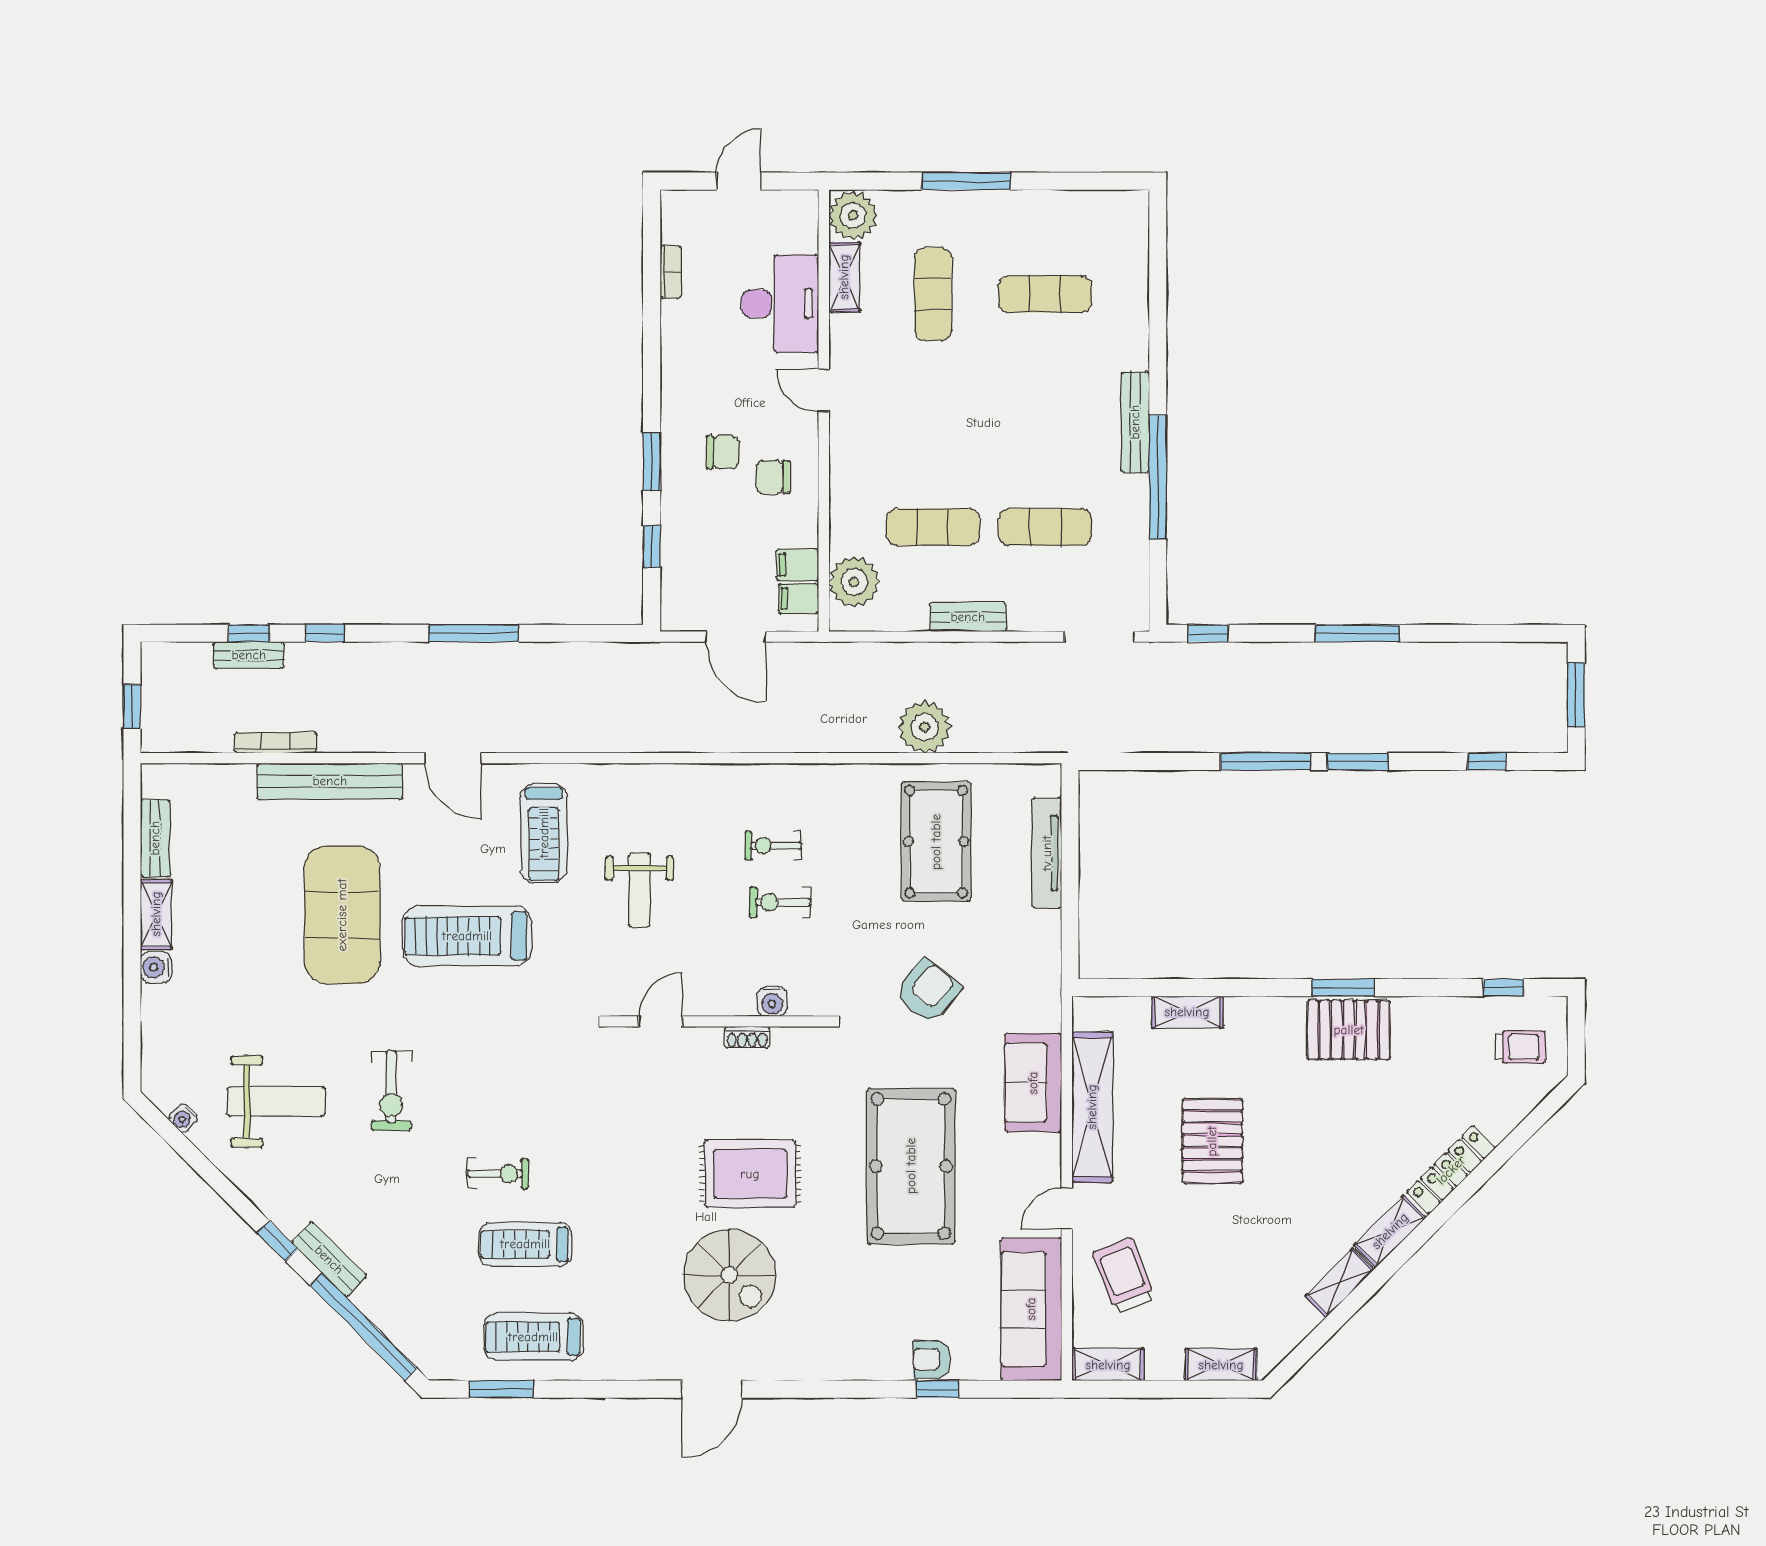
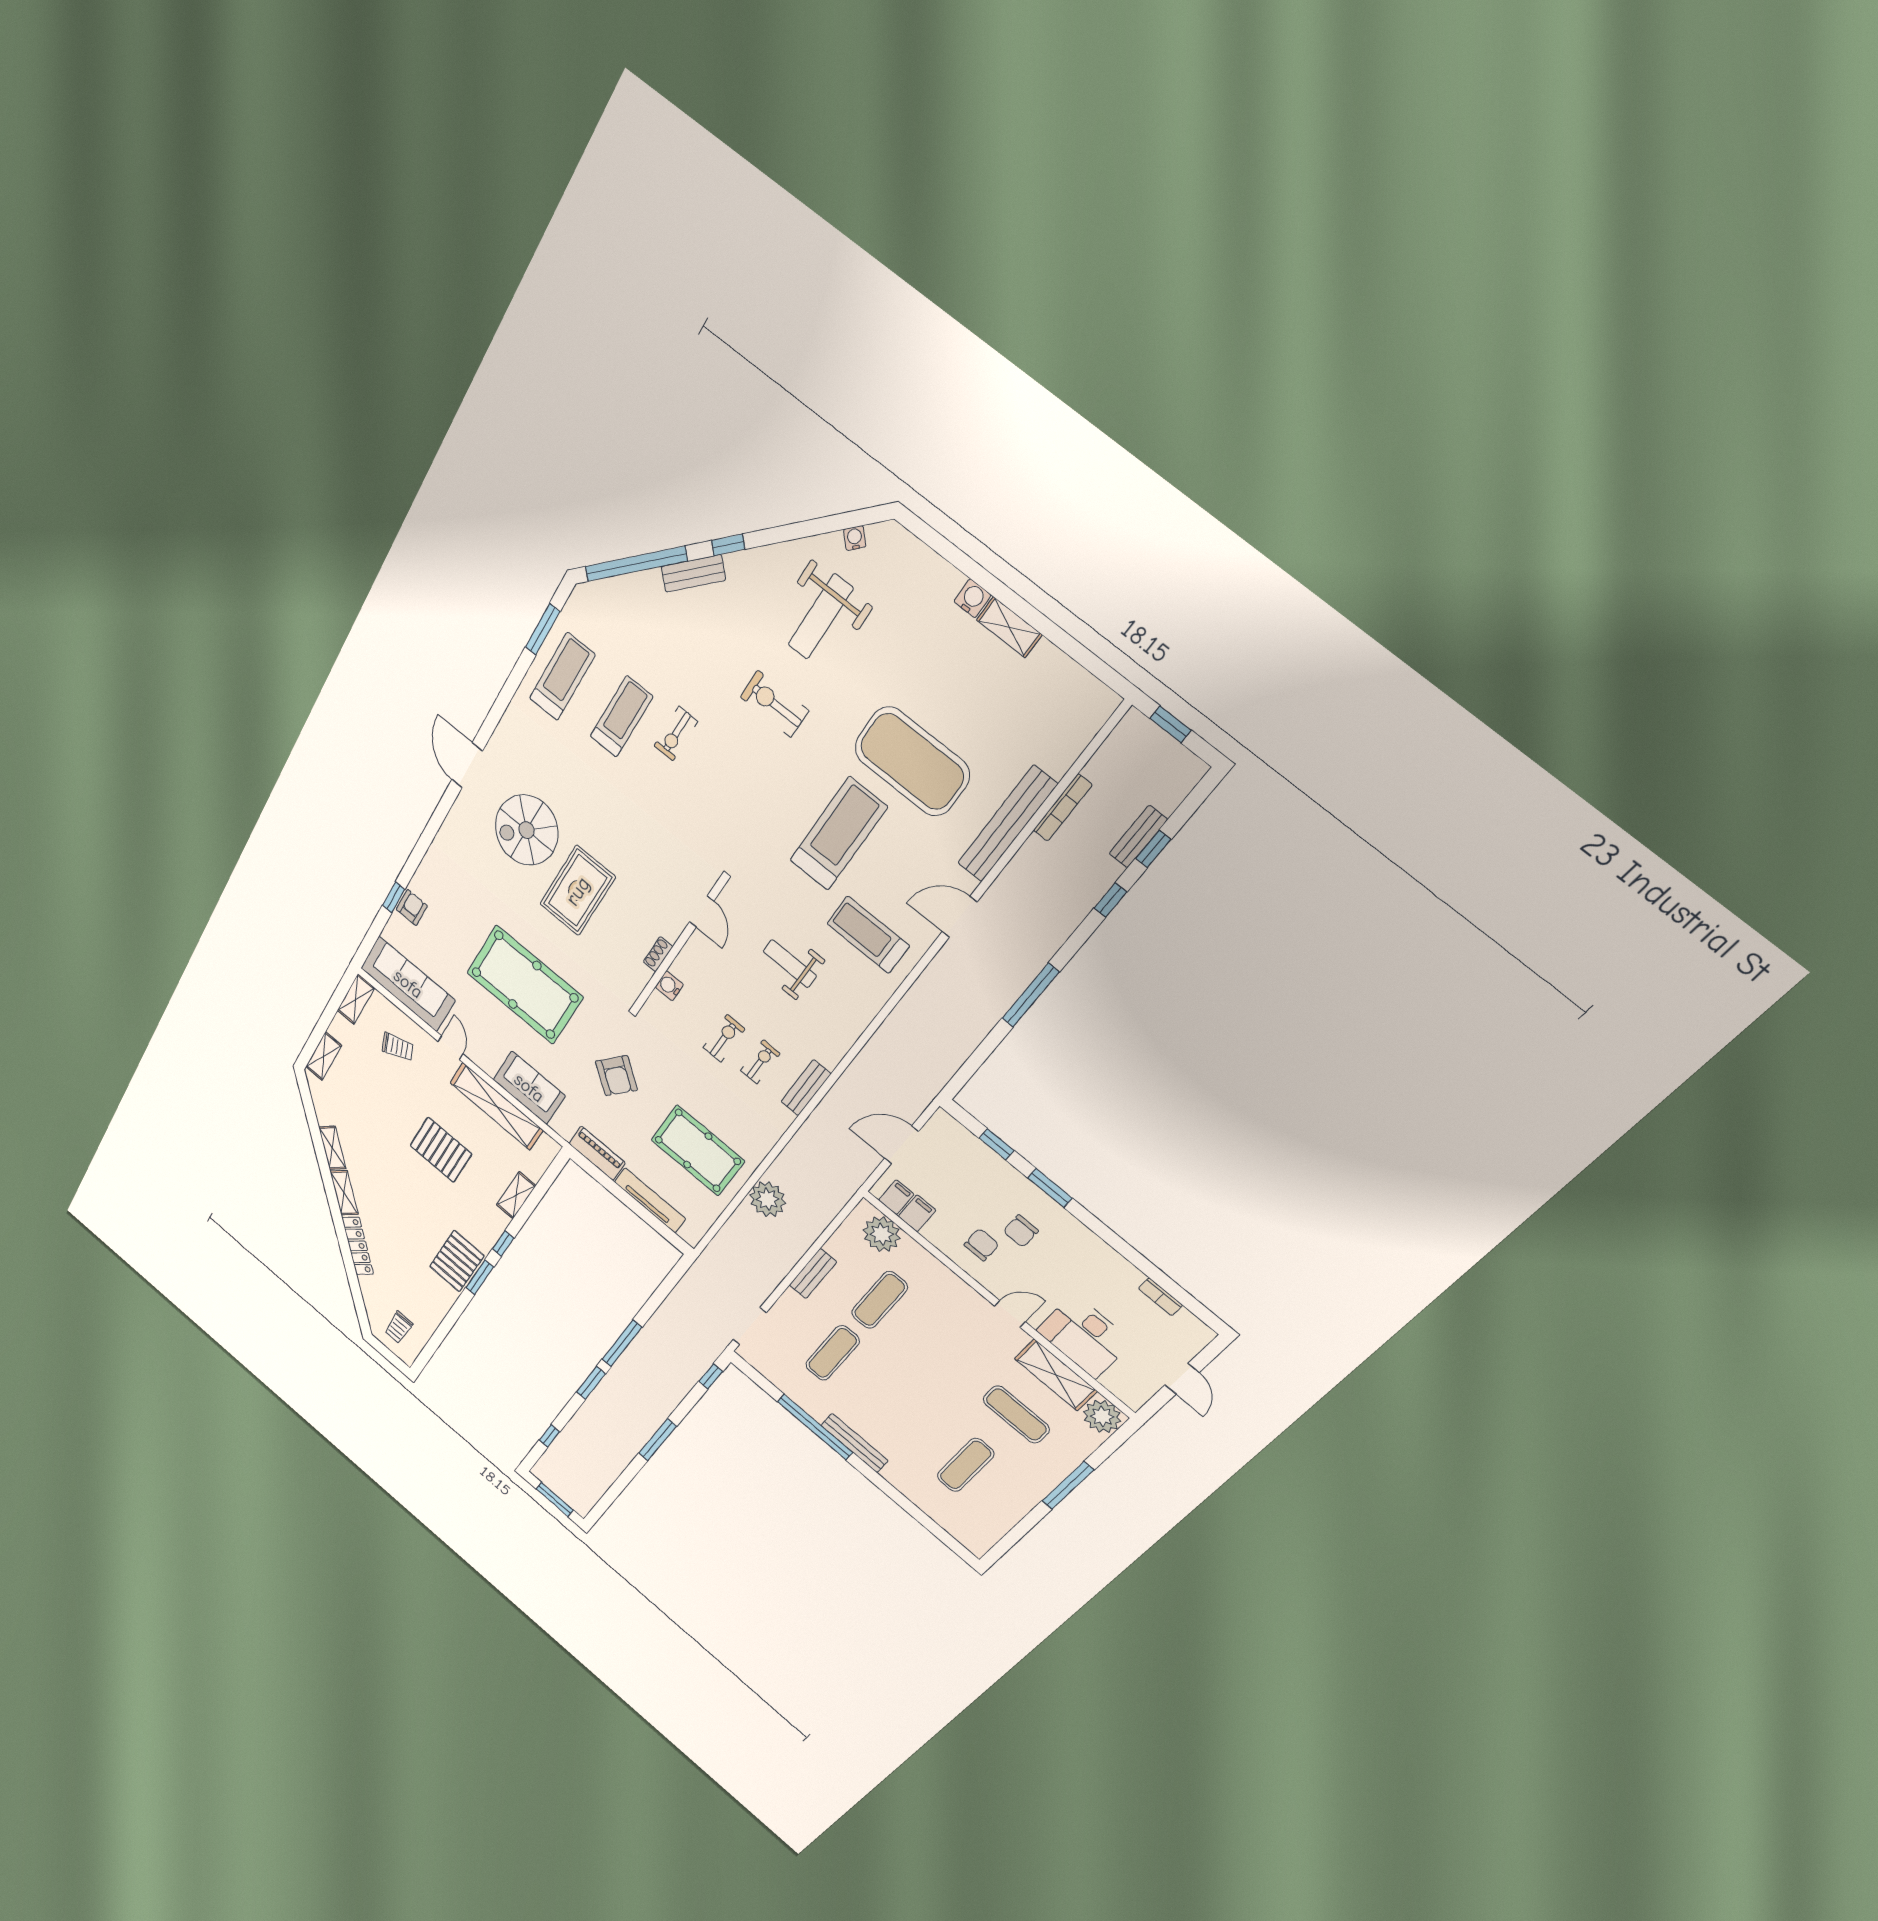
shelving: (844, 277) -> (1056, 1375), width x1.50, depth x1.33
bench: (155, 838) -> (806, 1088), moved, turned 90
piano: (1044, 951) -> (597, 1153), added
window: (1504, 988) -> (503, 1243), moved
trolley: (1124, 1276) -> (398, 1047), width x0.73, depth x0.72

